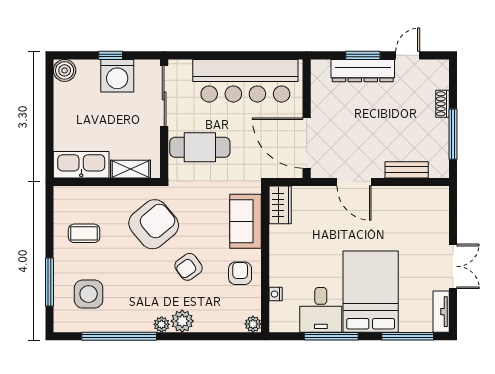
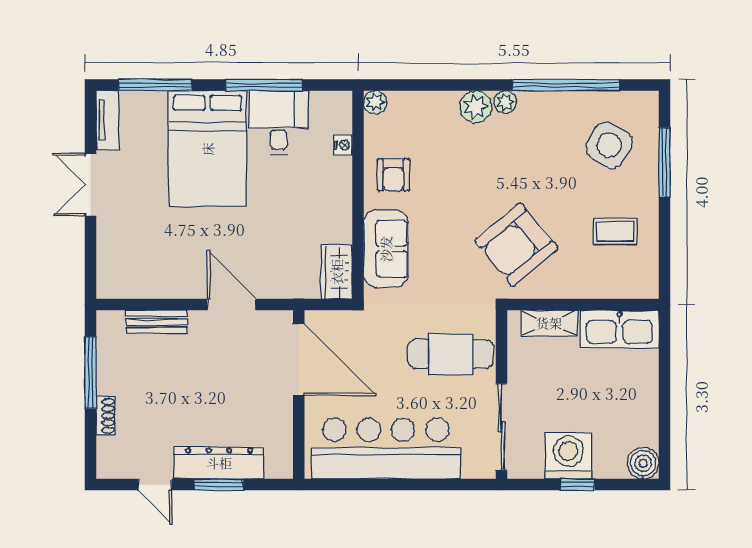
door: (408, 55) -> (155, 485), hinge flipped
armchair: (189, 267) -> (467, 184), removed
side table: (89, 294) -> (609, 145), turned 32

